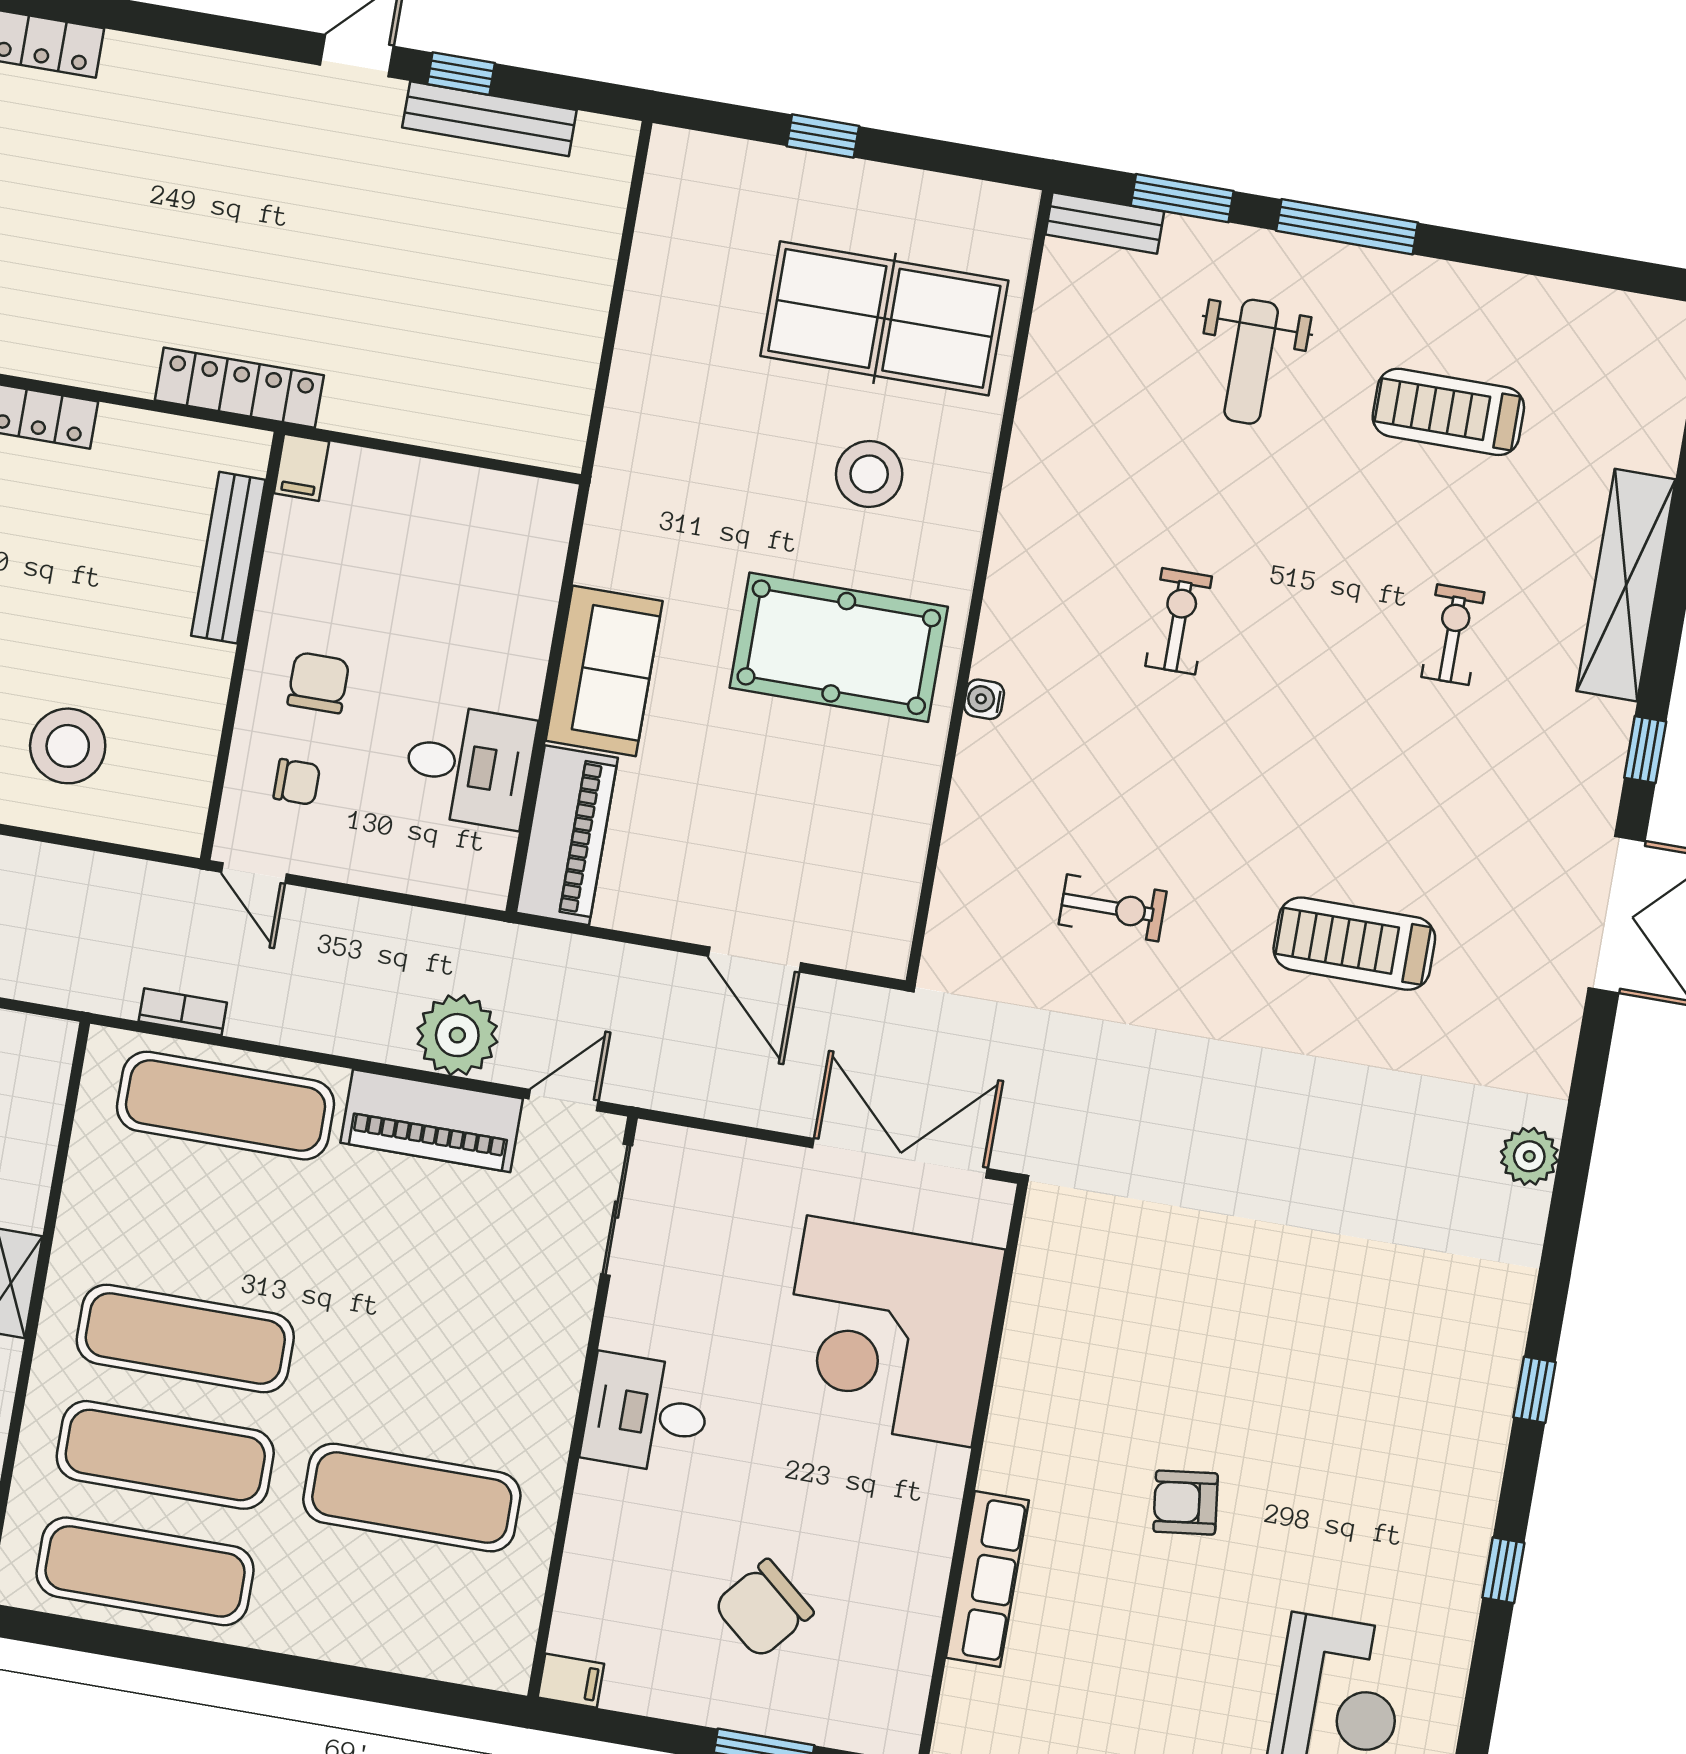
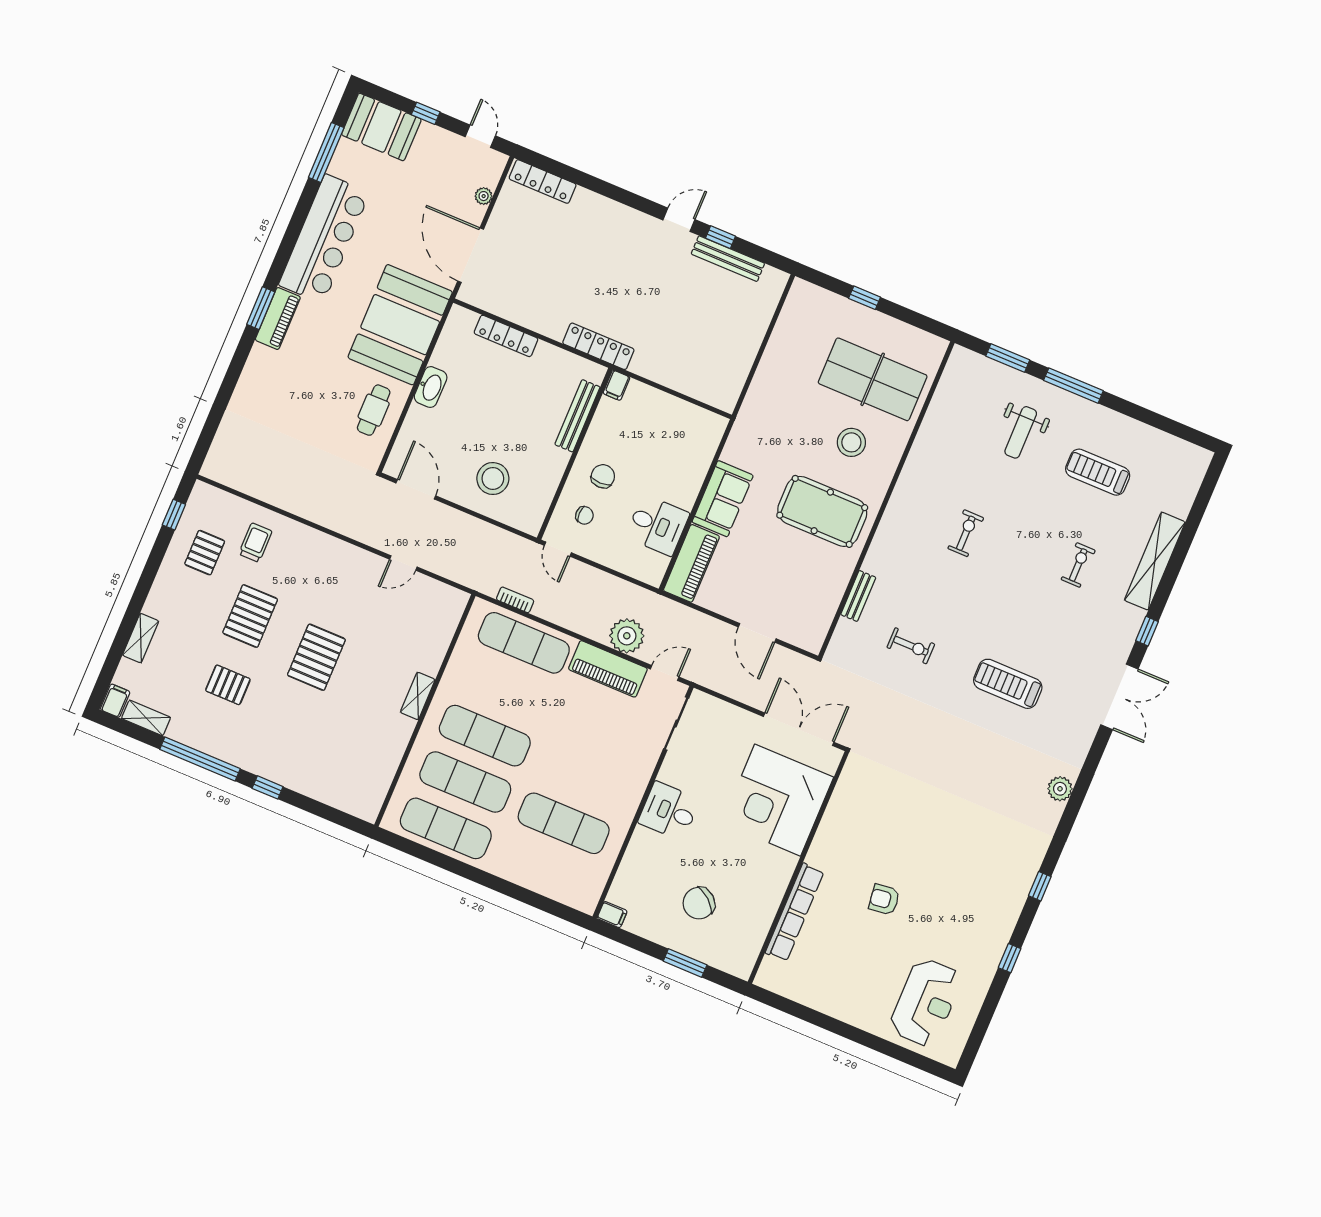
bench: (1105, 223) -> (858, 596), moved, turned 90
water cooler: (984, 699) -> (877, 547), removed
row of seats: (987, 1579) -> (795, 912), width x1.36

